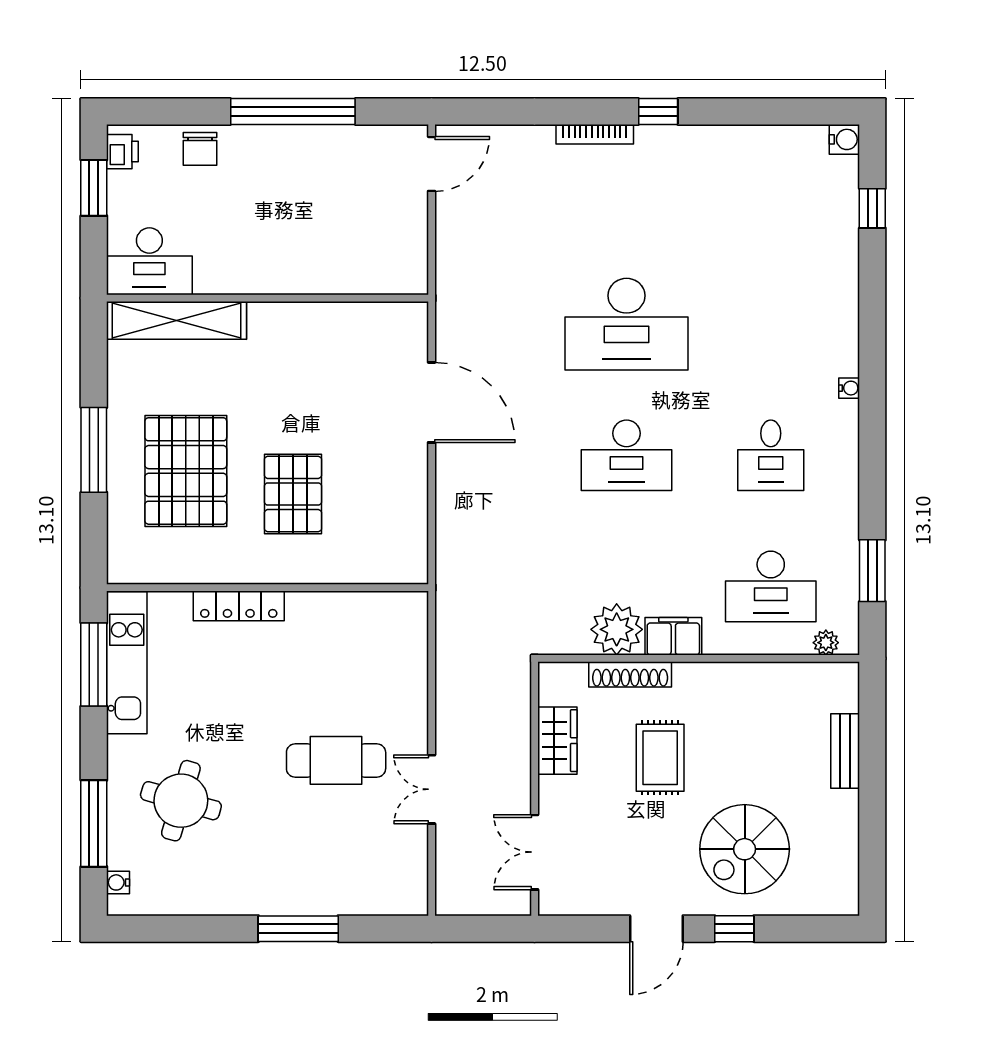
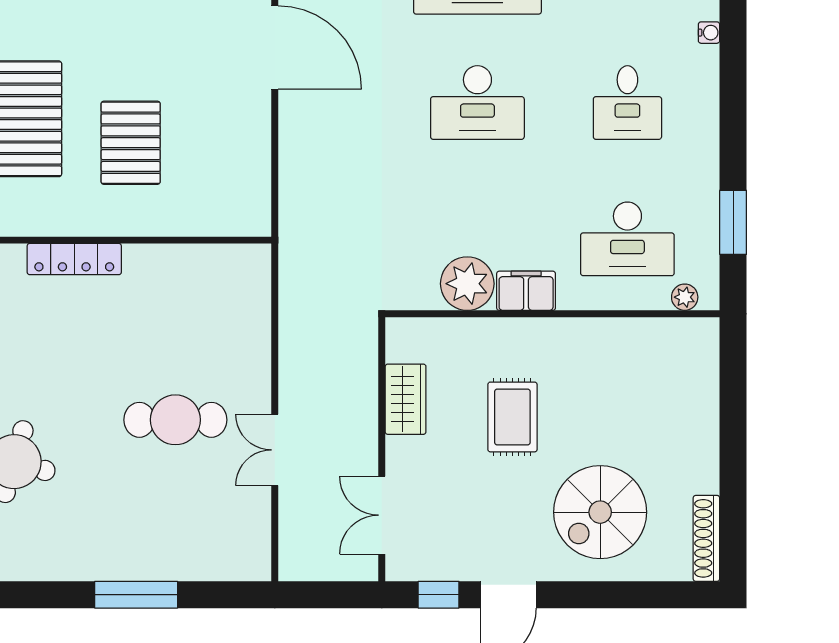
shoe rack: (630, 674) -> (706, 538), moved, turned 90
bench: (845, 751) -> (705, 410), removed
window: (734, 929) -> (439, 595), moved

